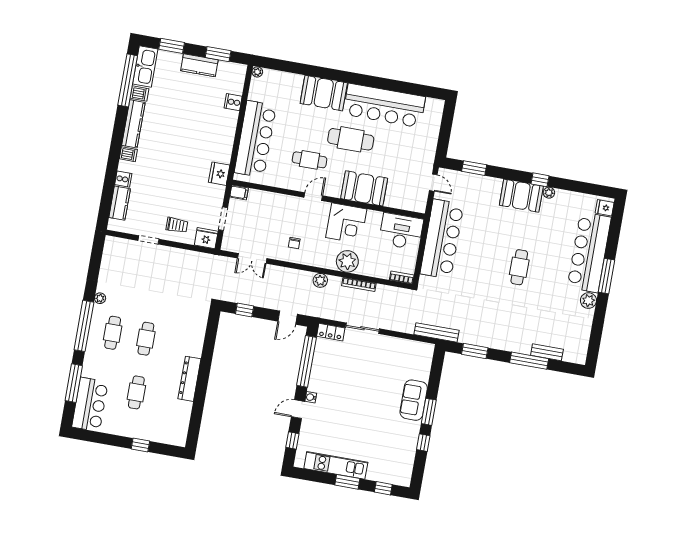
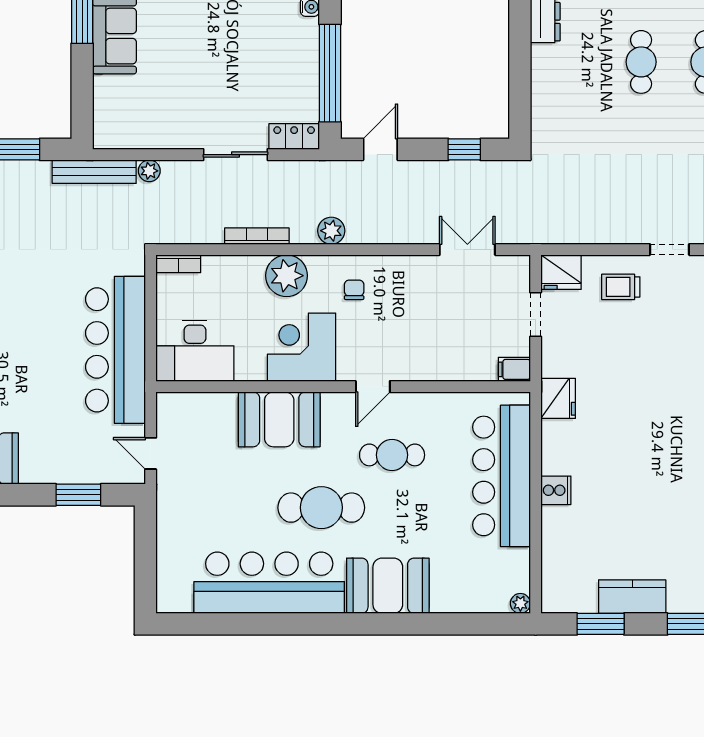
cooker: (233, 102) -> (556, 490), moved
chair: (294, 243) -> (354, 290), moved
plant: (408, 328) -> (149, 171), added

